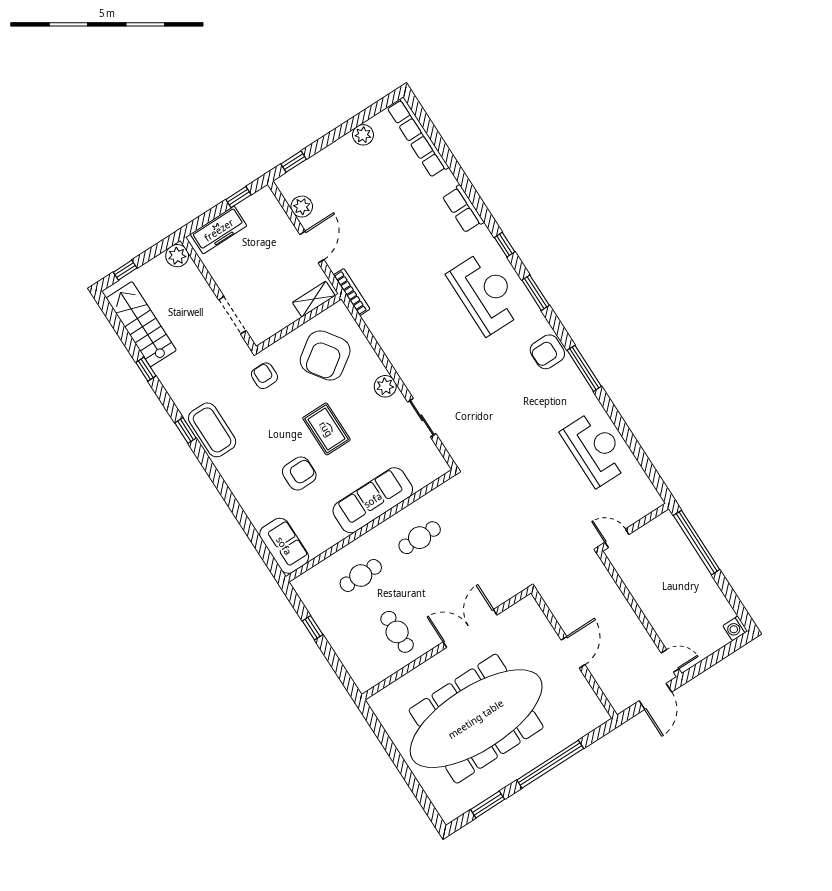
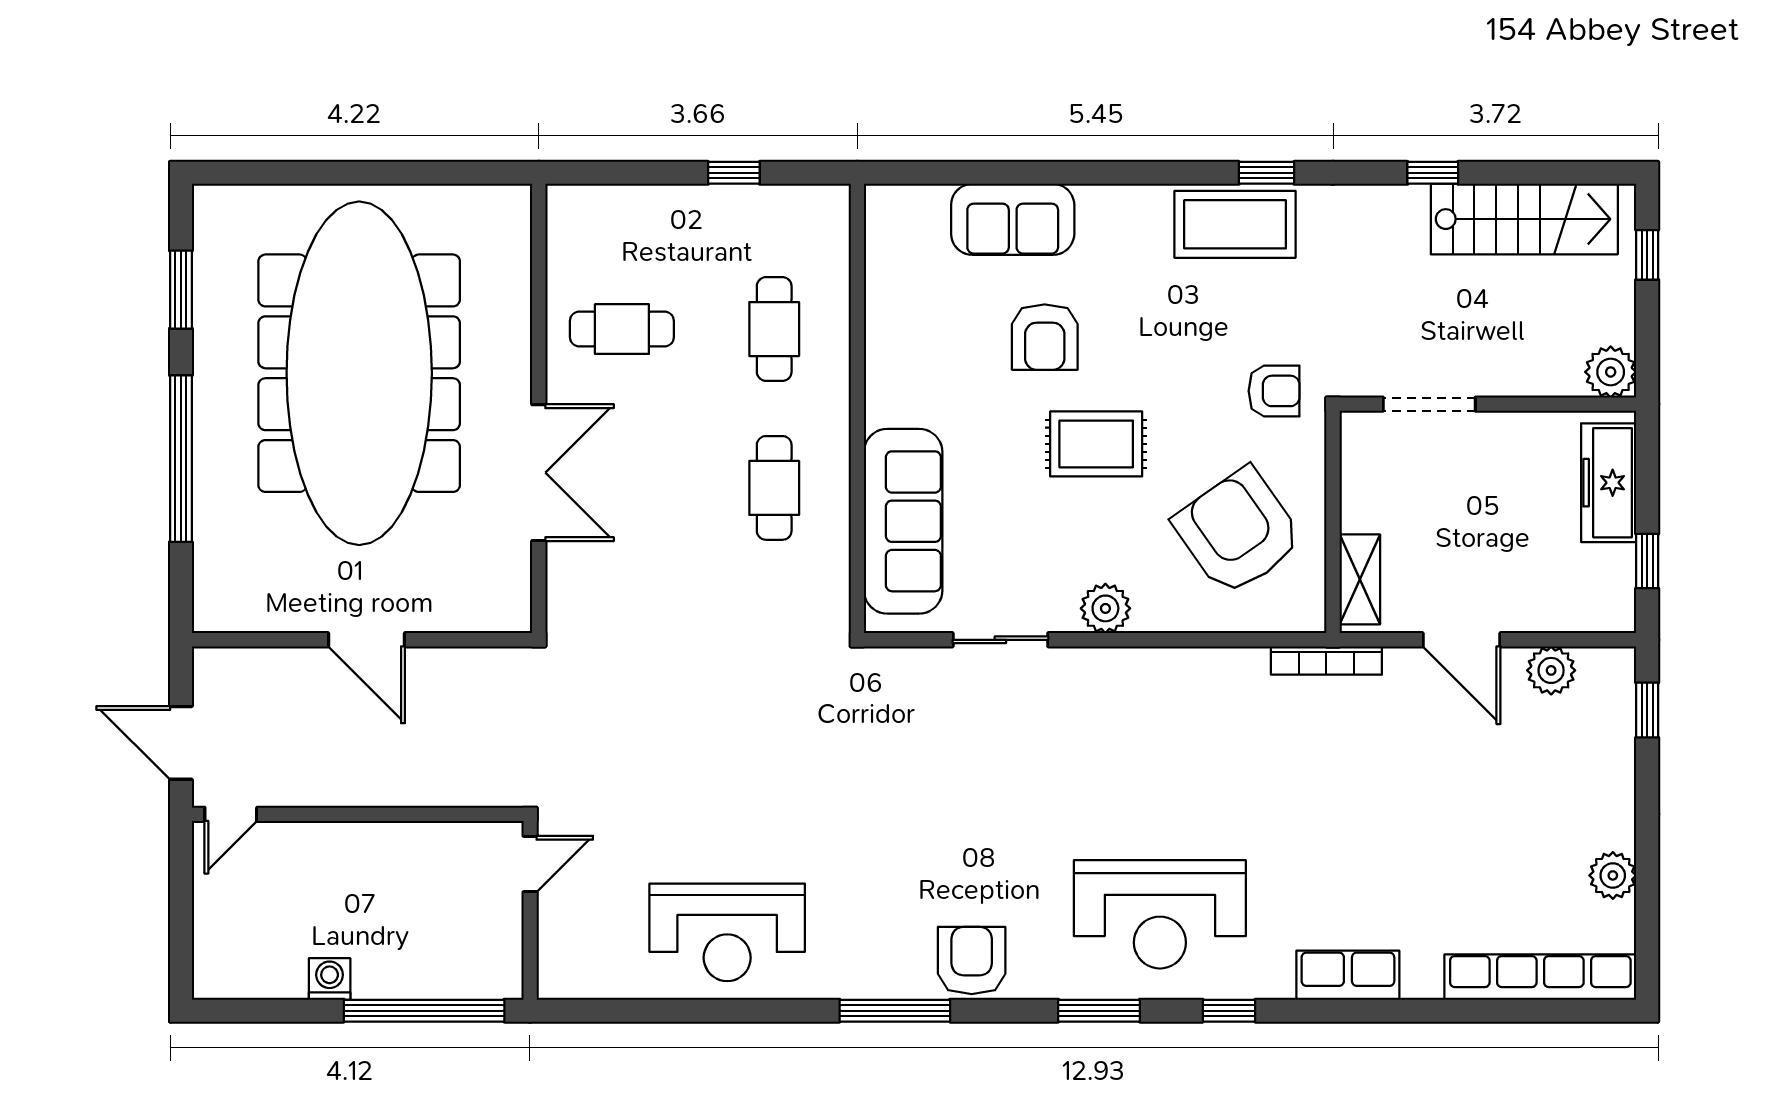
sofa: (373, 500) -> (903, 521), moved
sofa: (284, 546) -> (1013, 219), moved
washing machine: (735, 628) -> (330, 979), moved

